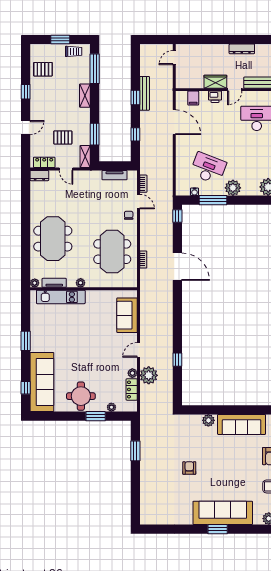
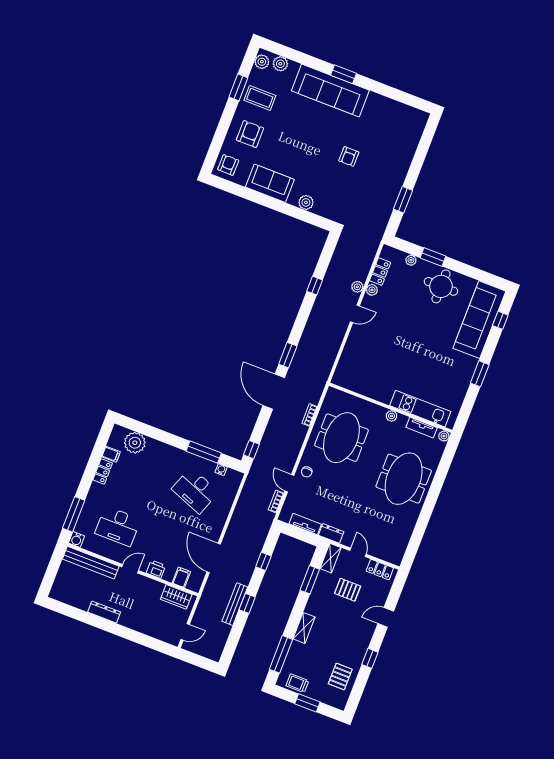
pallet: (43, 69) -> (340, 676), turned 90
wardrobe: (215, 82) -> (176, 597), moved
dresser: (39, 176) -> (331, 533), moved
plant: (233, 188) -> (176, 457), removed
window: (177, 299) -> (288, 355), added
sofa: (127, 315) -> (353, 358), removed
plant: (149, 375) -> (357, 287), width x0.53, depth x0.53
sofa: (242, 424) -> (270, 183), width x0.73

